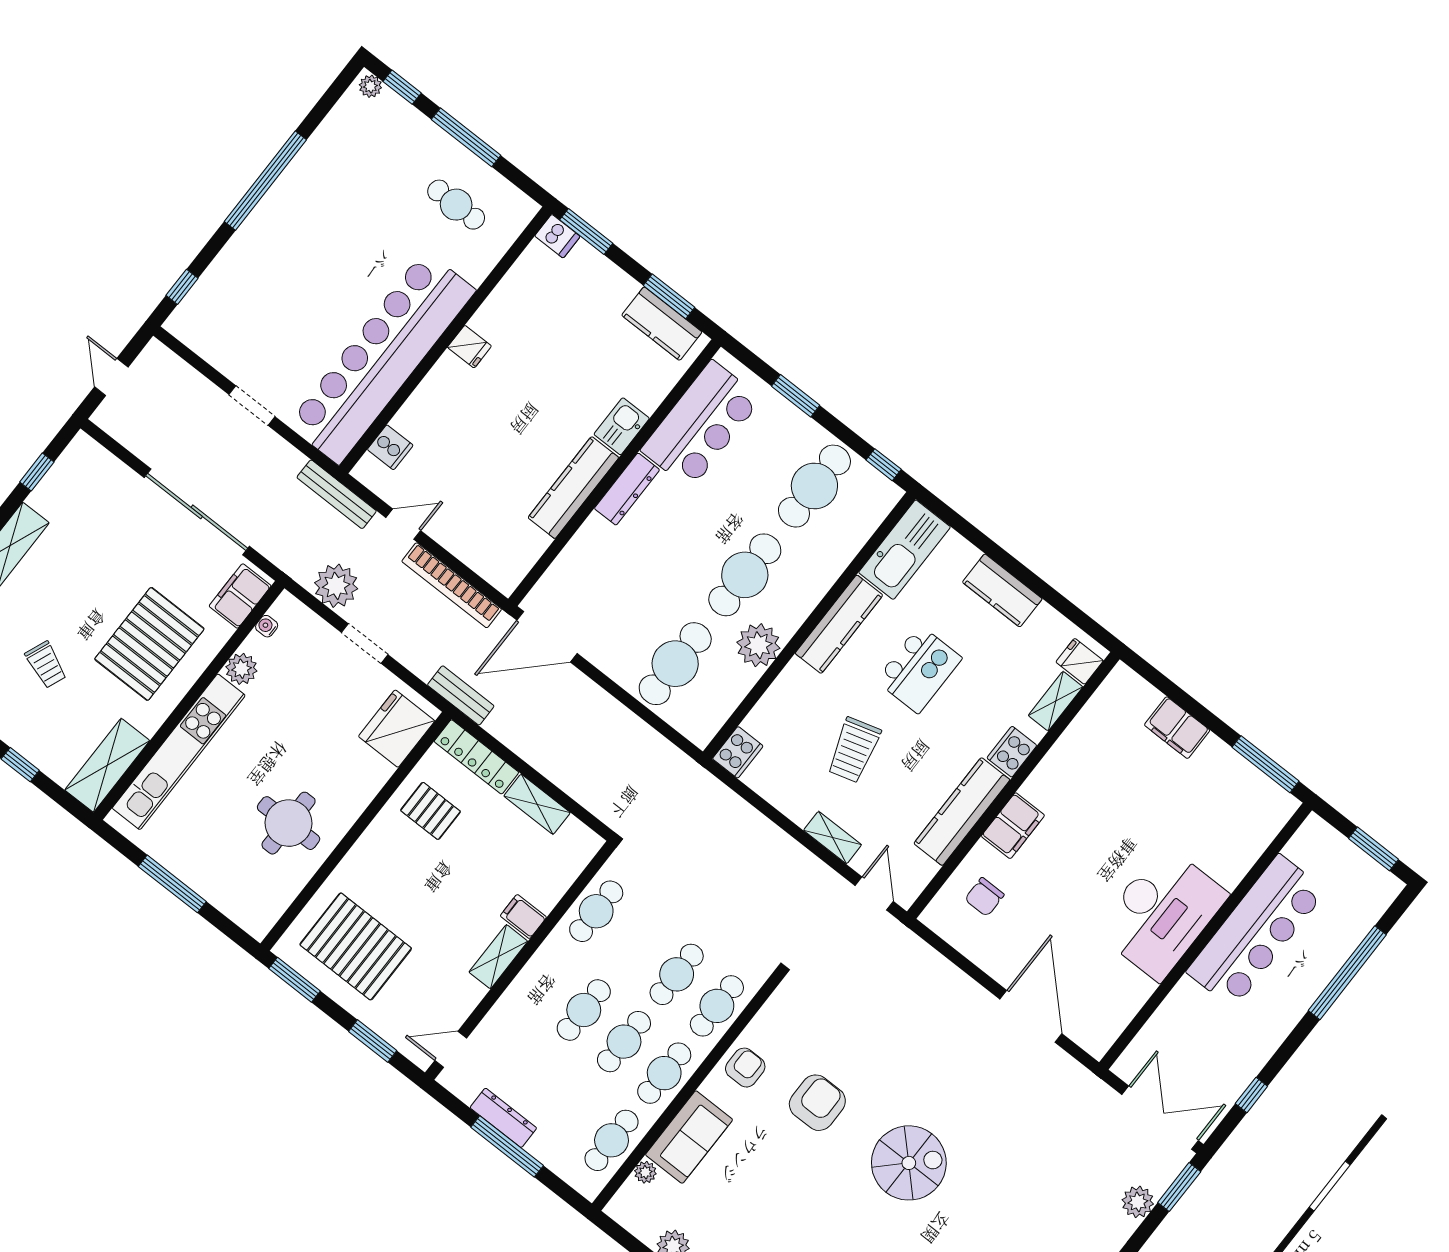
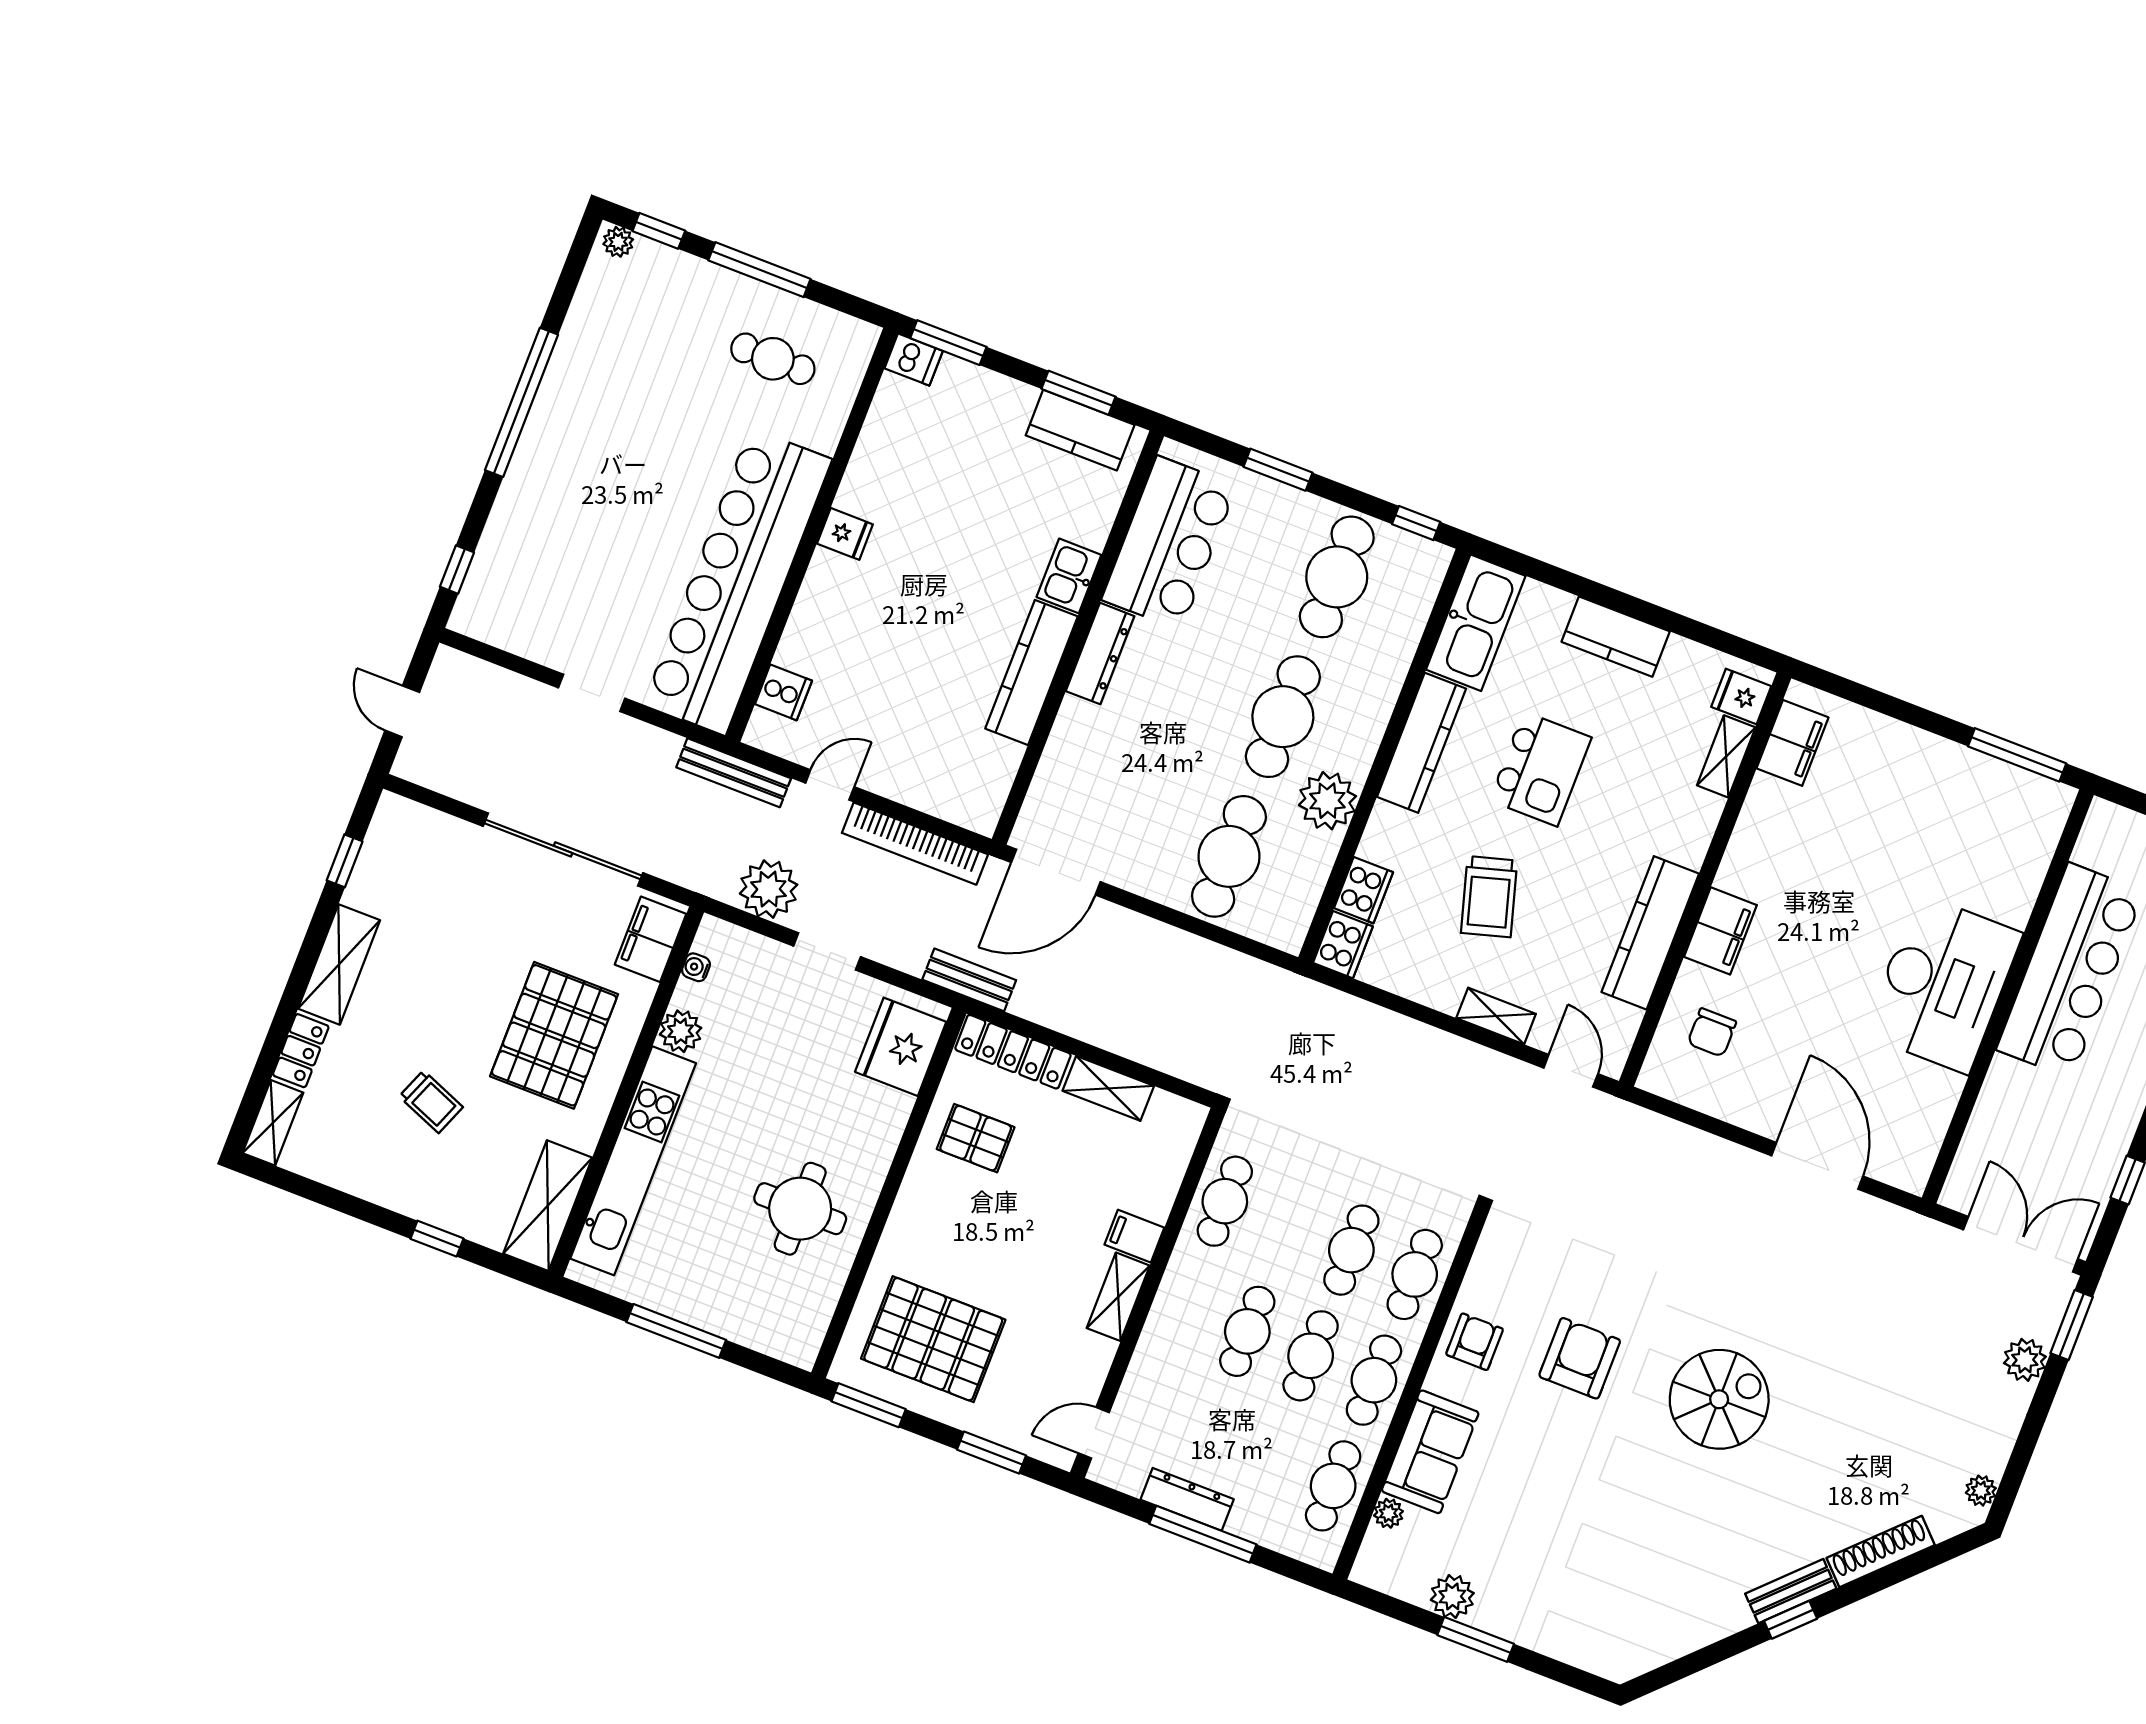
filing cabinet: (1177, 728) -> (1793, 743), moved, turned -90
cooker: (1012, 752) -> (1363, 890), moved, turned 180

